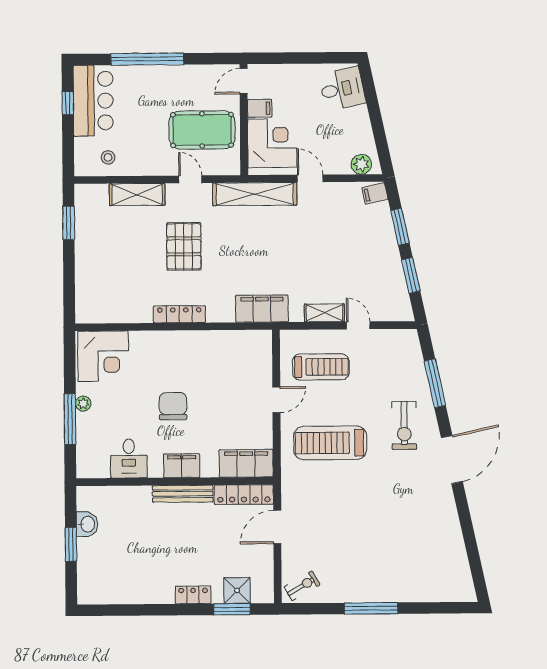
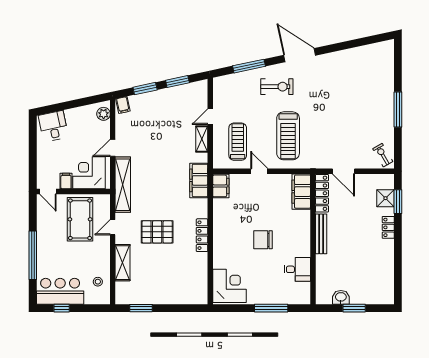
plant: (83, 404) -> (261, 299), removed
filing cabinet: (182, 466) -> (221, 186), moved, turned 180

